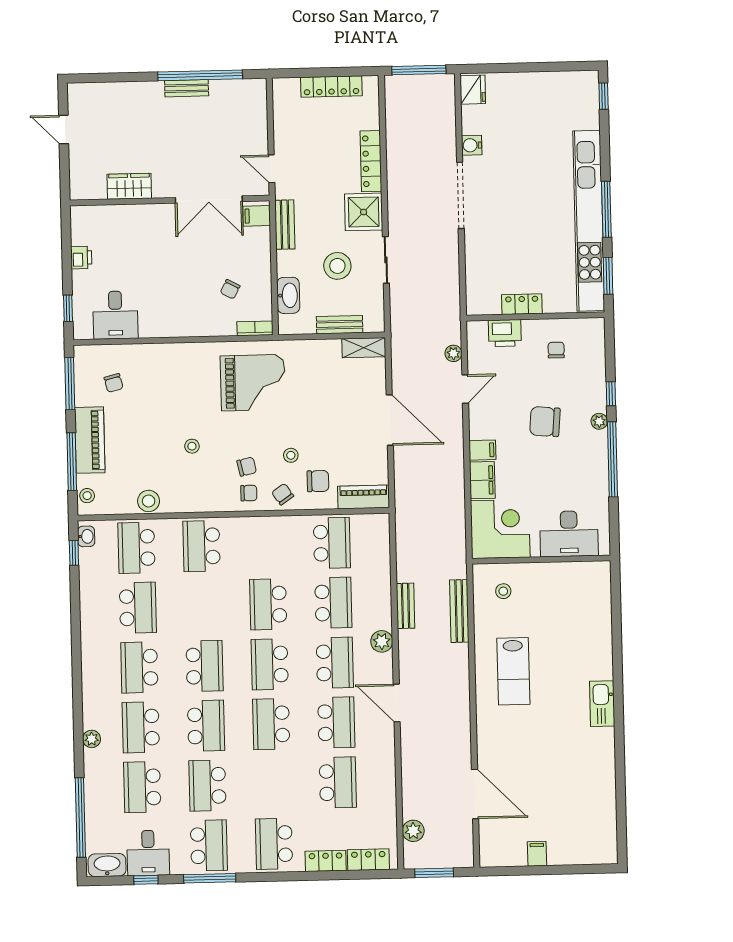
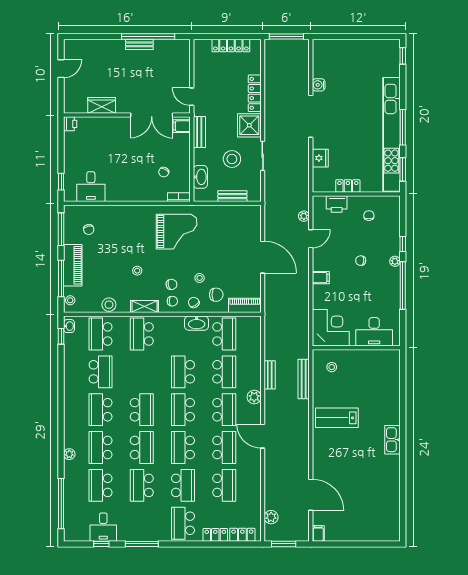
fridge: (473, 90) -> (320, 158), moved
door: (64, 130) -> (61, 69), swing flipped
printer: (81, 258) -> (70, 124), moved
shelving: (364, 348) -> (144, 307), moved
chair: (545, 422) -> (361, 261), width x0.54, depth x0.54
filing cabinet: (482, 480) -> (320, 297), removed
lab bench: (513, 671) -> (337, 418), turned 90
school desk: (209, 845) -> (183, 485), moved
filing cabinet: (537, 854) -> (318, 534), moved
washbasin: (107, 865) -> (197, 323), moved, turned 180

